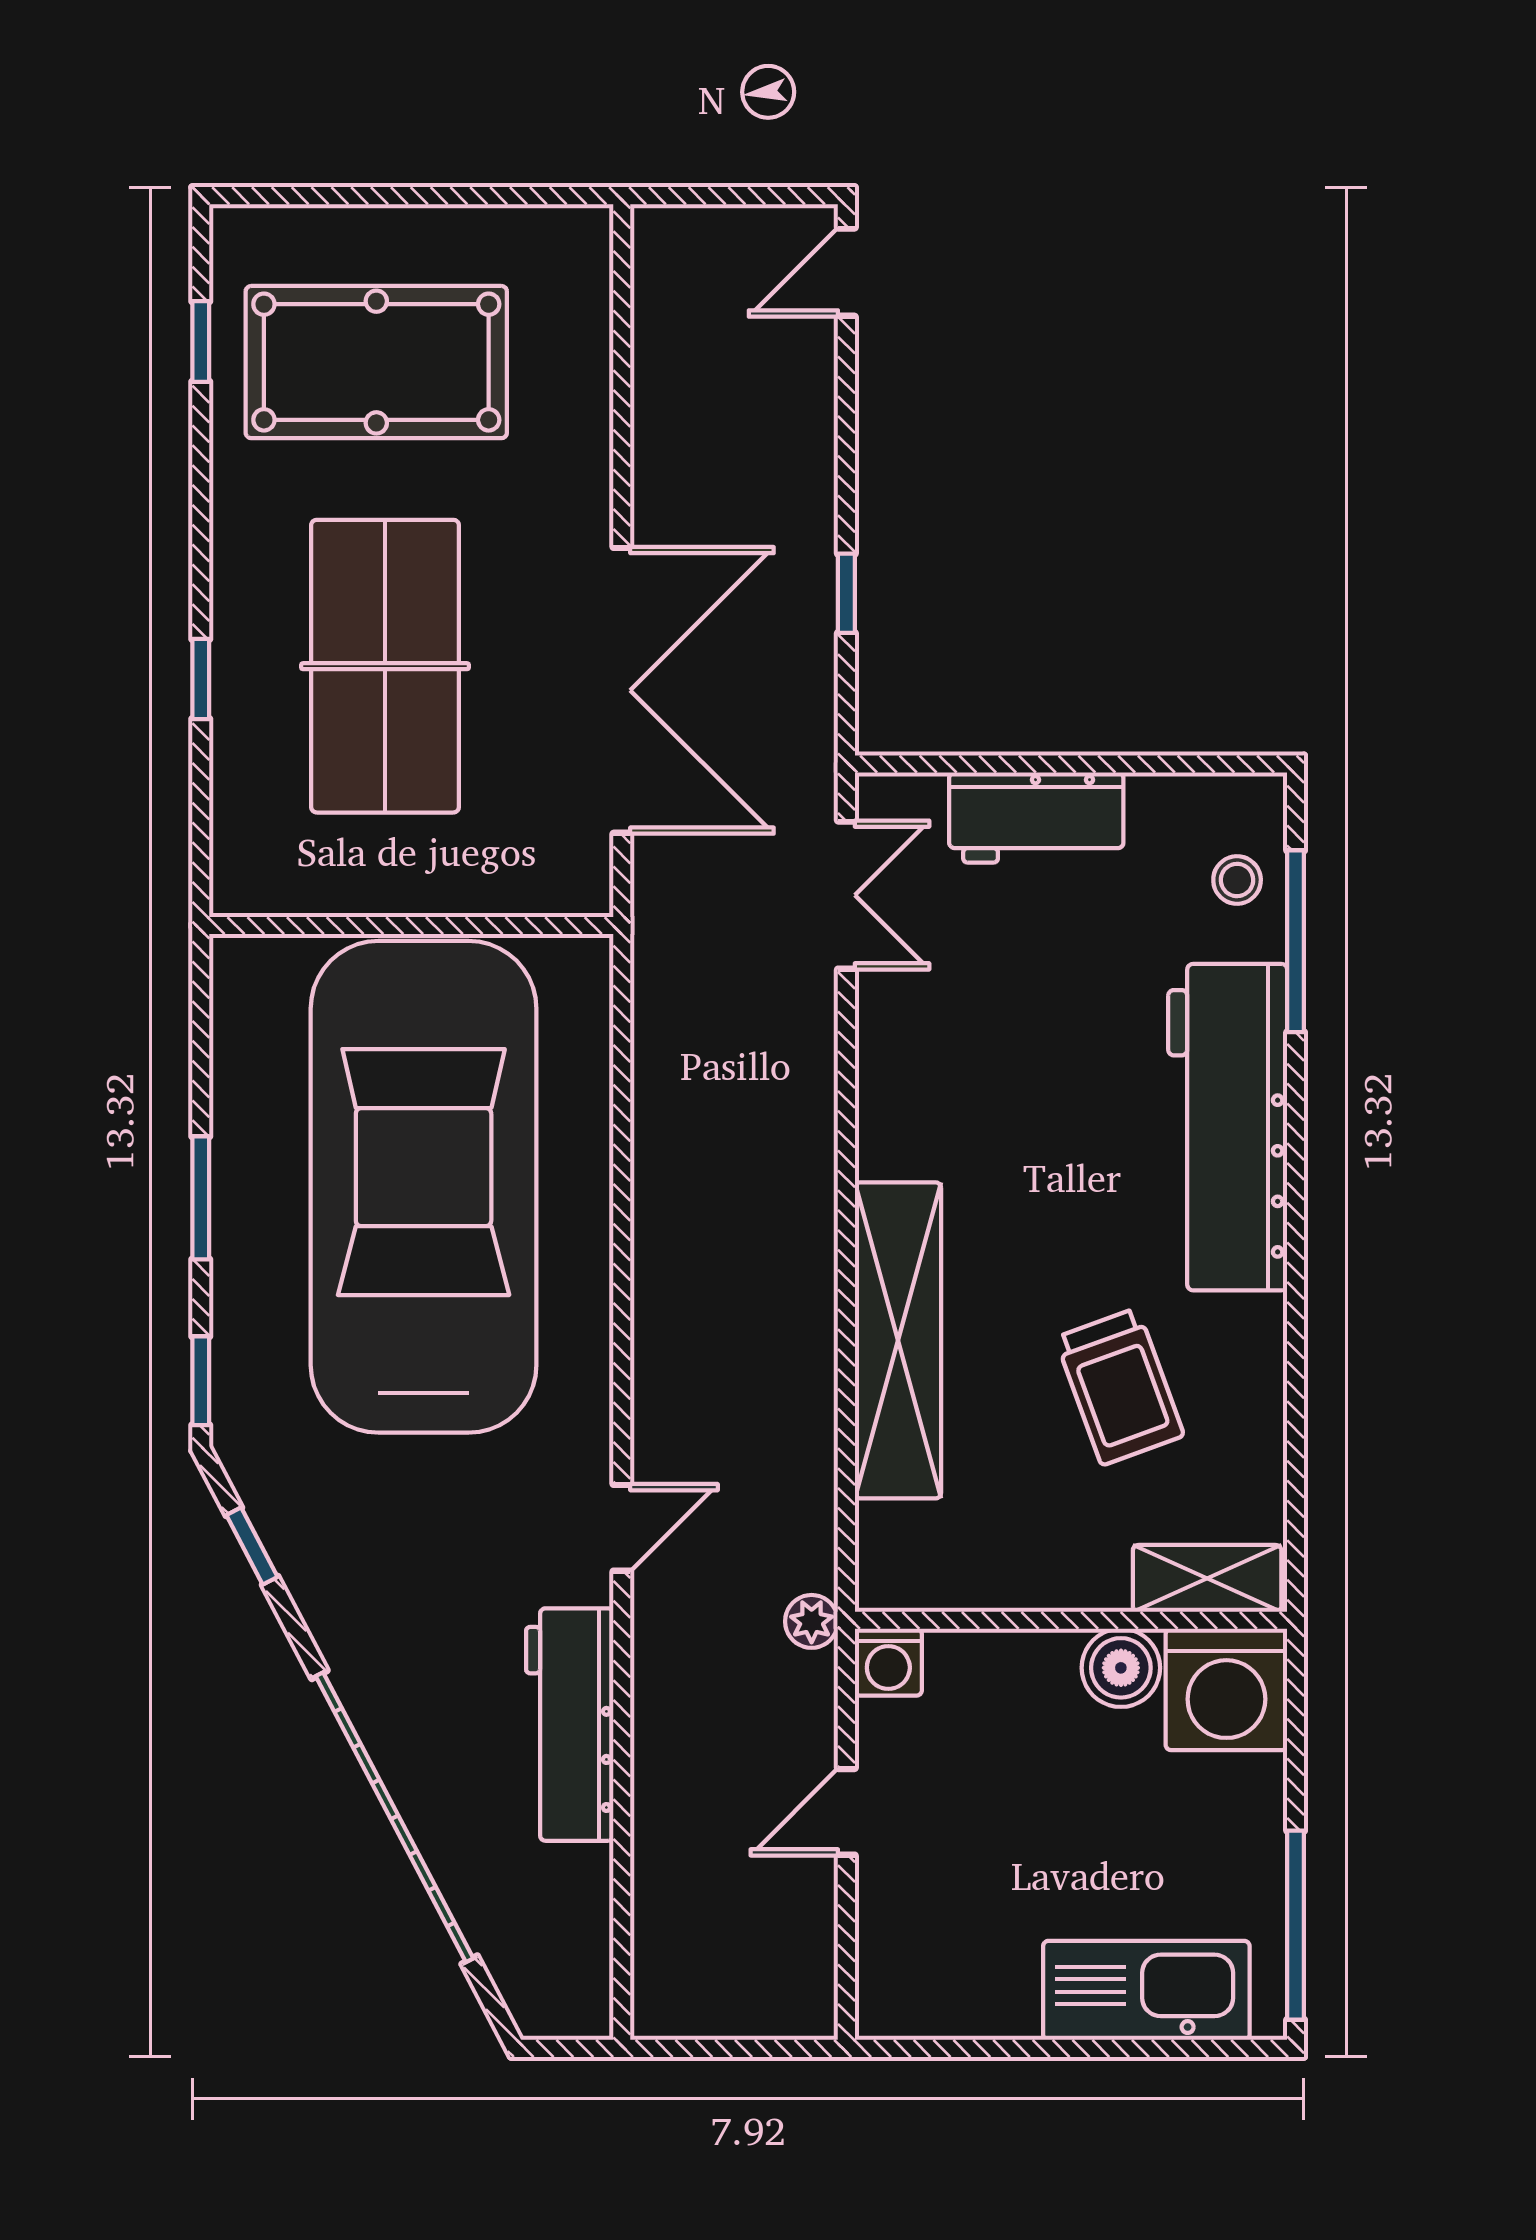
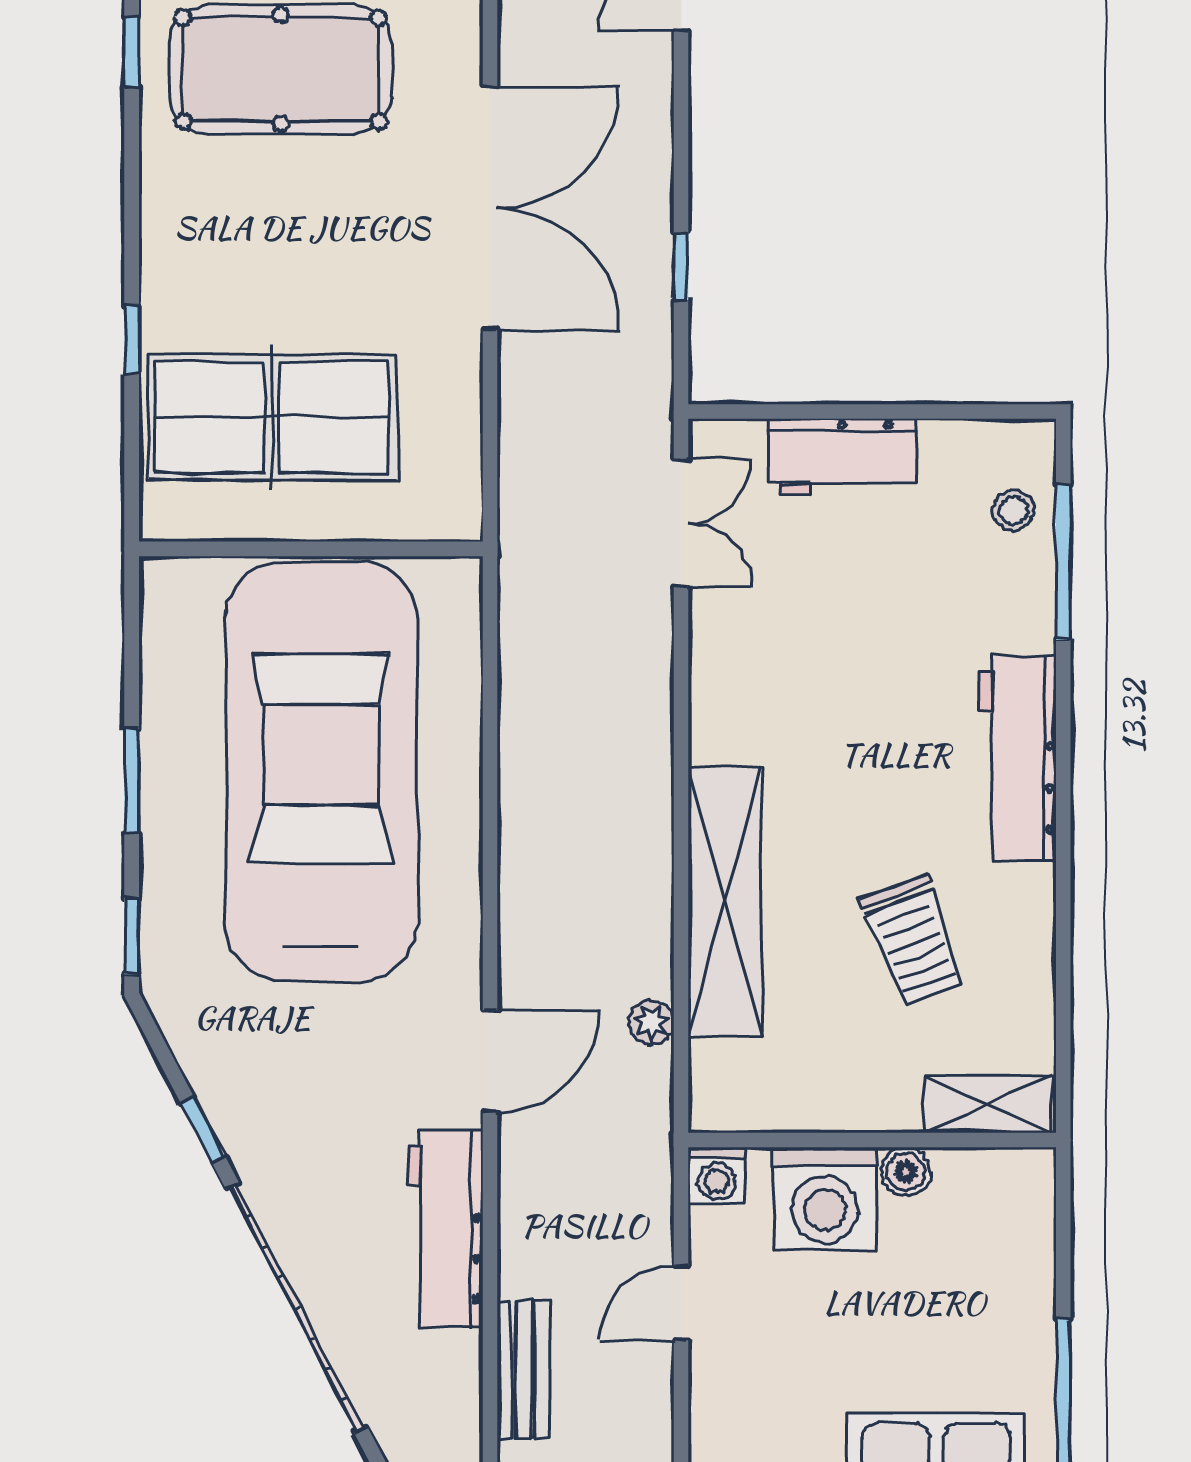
table tennis table: (385, 666) -> (272, 417), moved, turned 90
double door: (622, 690) -> (490, 208), moved
workbench: (1228, 1127) -> (1018, 757), width x0.73, depth x0.76
door: (622, 1528) -> (490, 1061), width x1.38
window: (252, 1546) -> (203, 1129), moved
plant: (812, 1621) -> (651, 1022), moved
boiler: (1121, 1668) -> (906, 1172), width x0.73, depth x0.73
washing machine: (1226, 1689) -> (825, 1199), moved
bench: (661, 1889) -> (523, 1369), added

